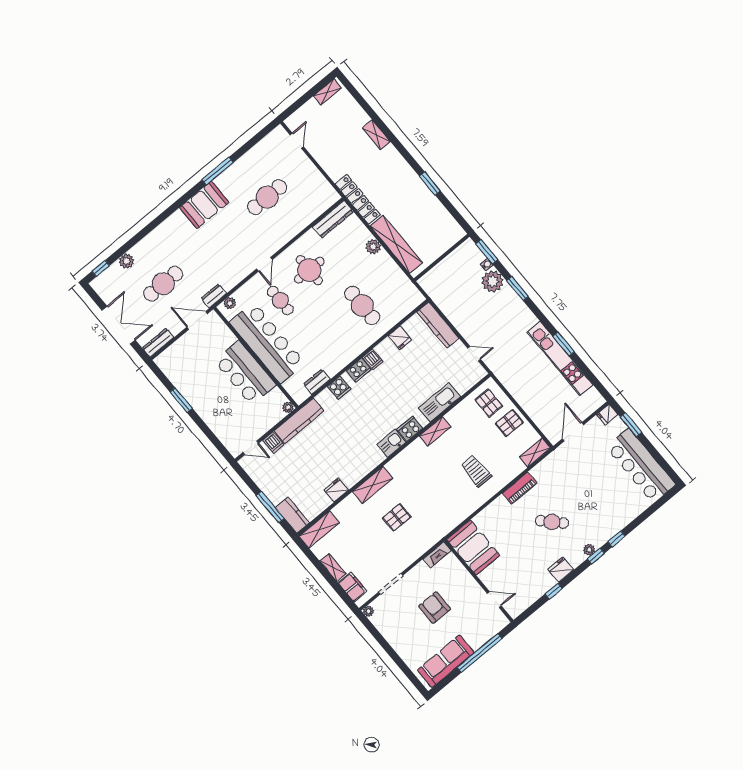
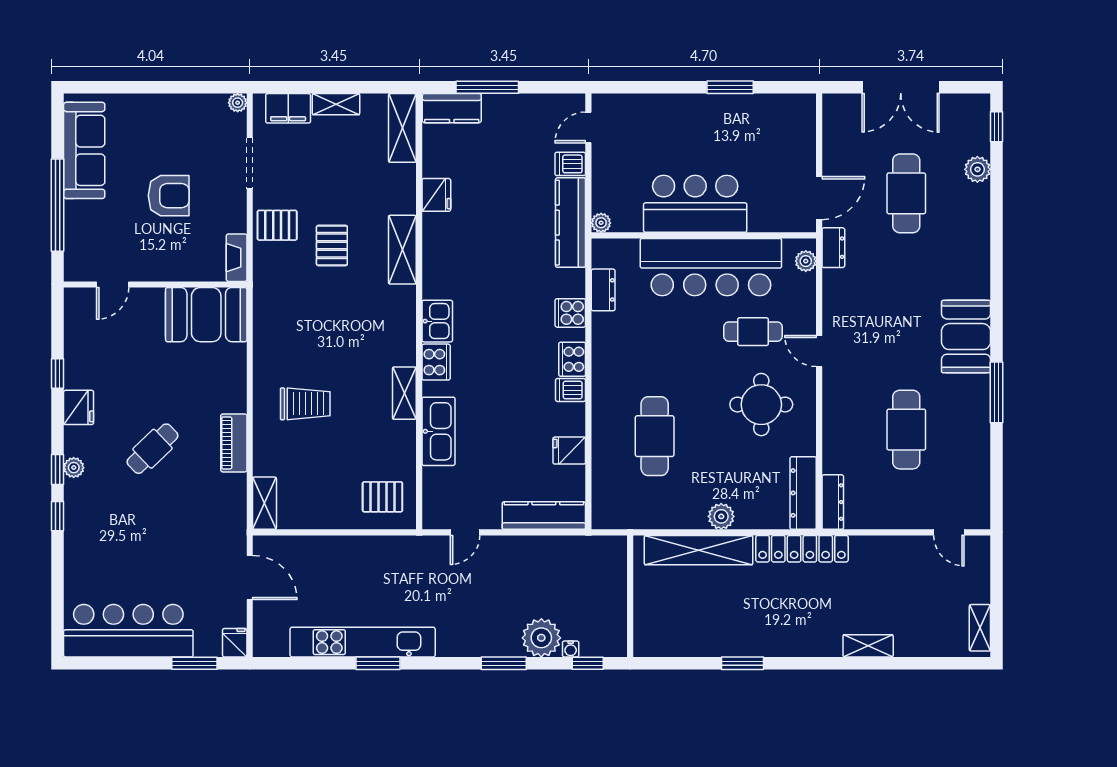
window: (487, 252) -> (588, 663), width x0.67
cafe table: (362, 305) -> (655, 436), turned 90
dresser: (158, 343) -> (833, 502), moved
pallet: (509, 423) -> (277, 225), moved, turned 90

